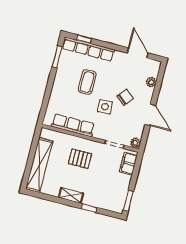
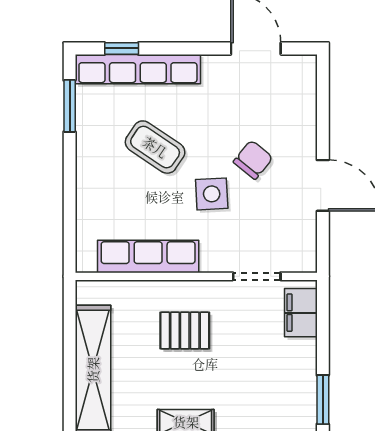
coffee table: (87, 82) -> (155, 147), turned -56
plant: (151, 82) -> (305, 109), removed
plant: (135, 143) -> (305, 261), removed

